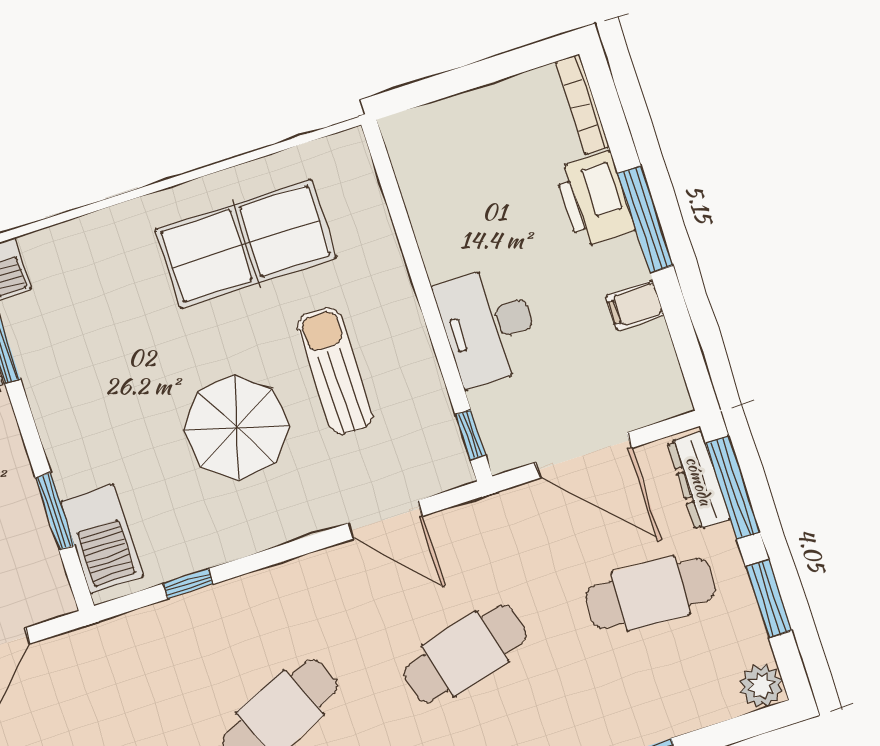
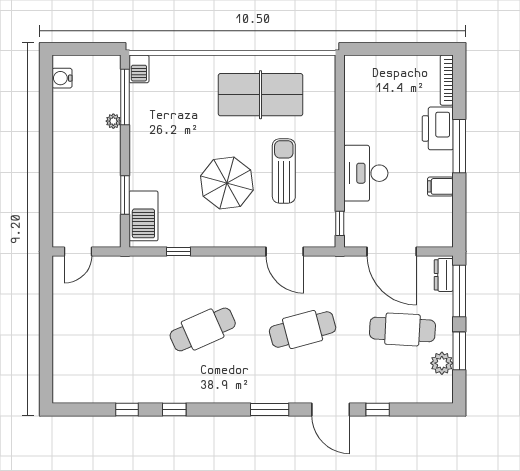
dresser: (699, 481) -> (444, 275), width x0.70
plant: (761, 686) -> (442, 363), moved

